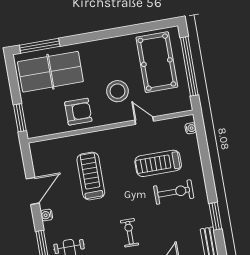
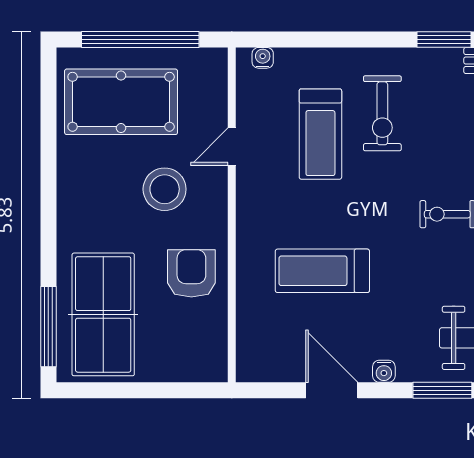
window: (20, 118) -> (183, 390), removed
exercise bike: (174, 192) -> (382, 113), turned 180

